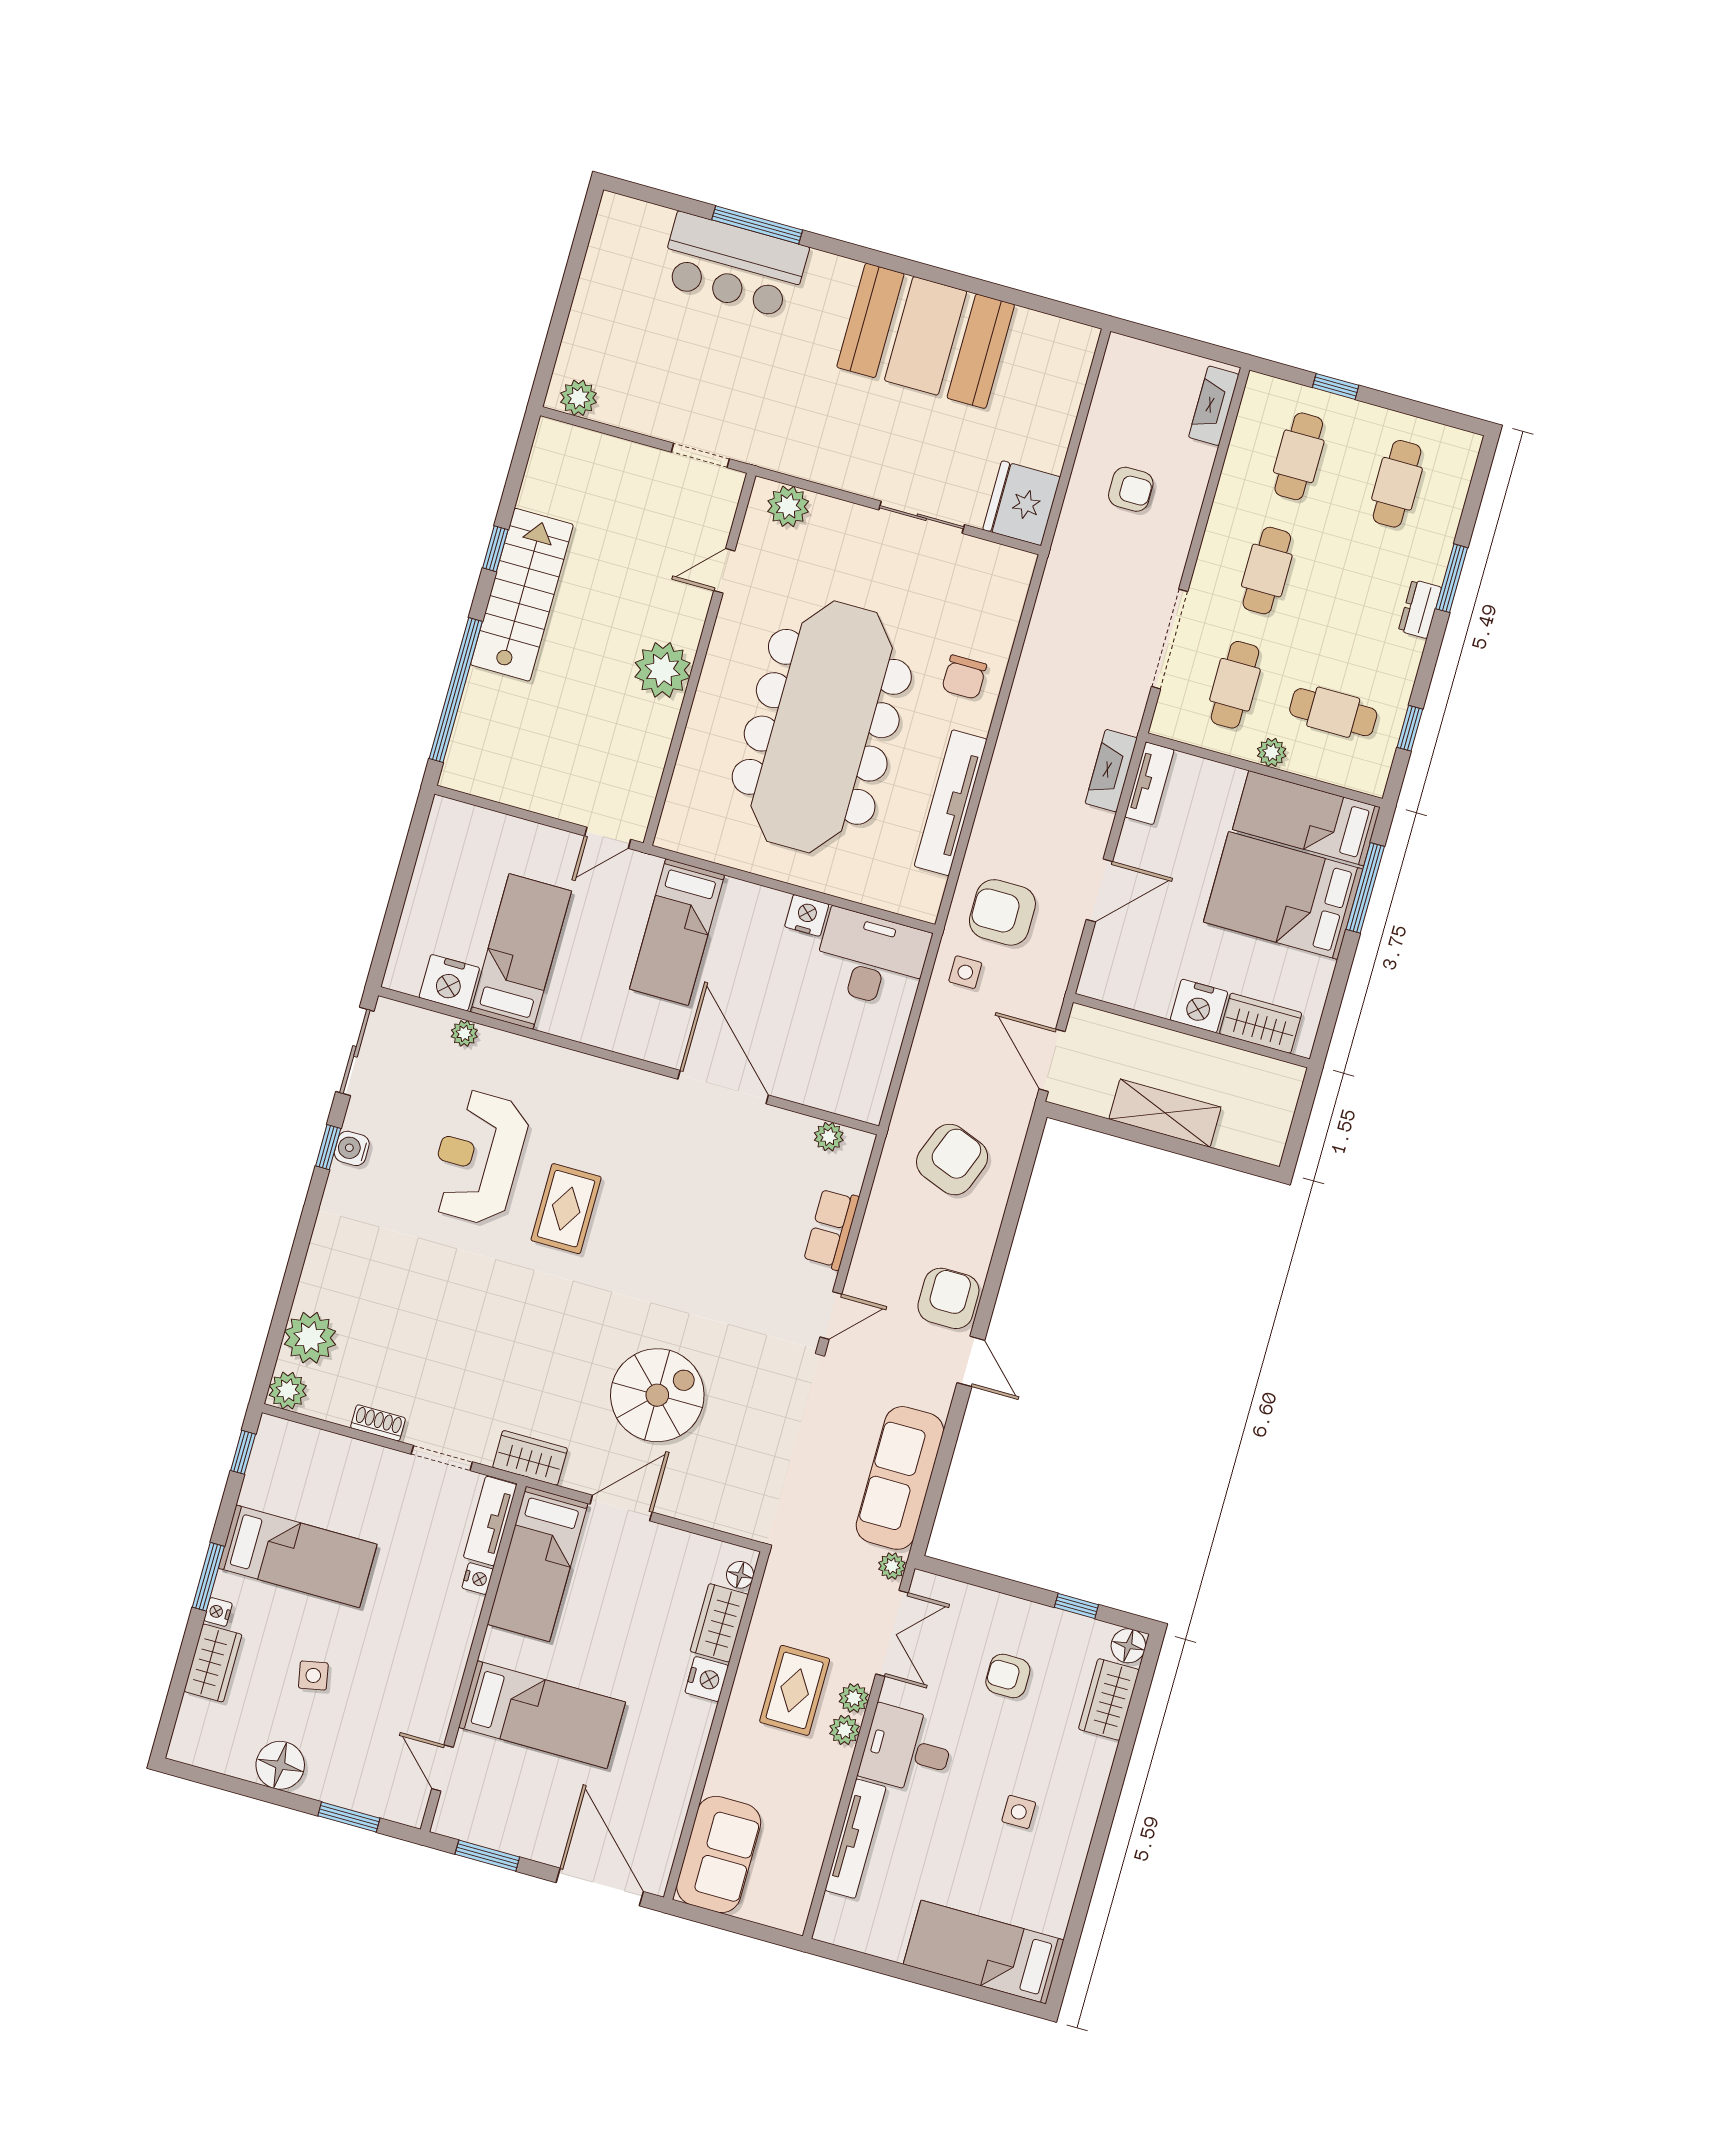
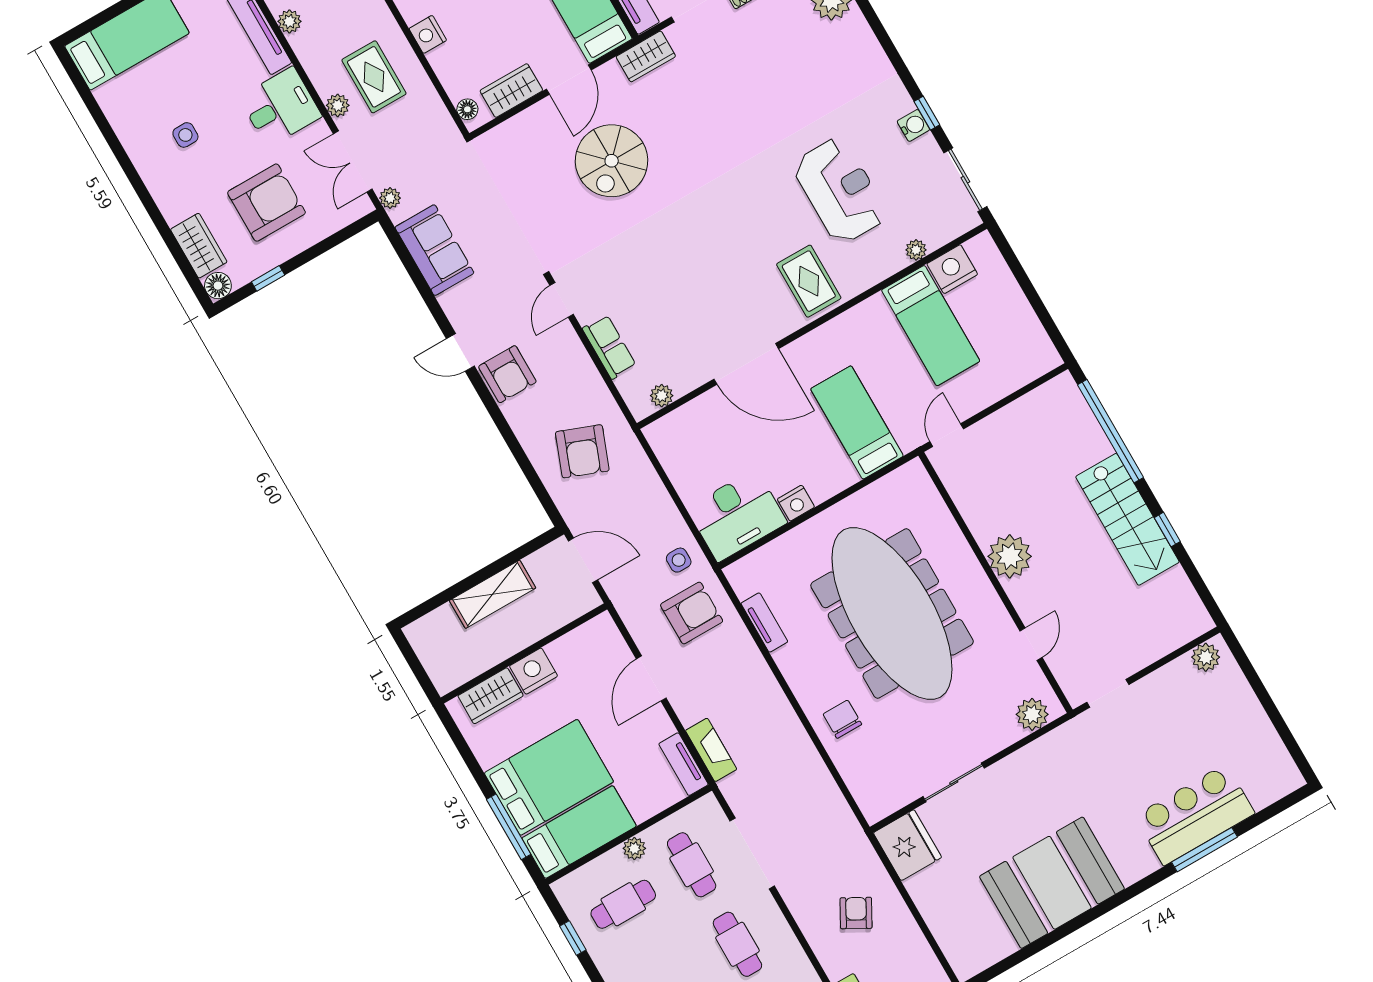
armchair: (1131, 489) -> (856, 913), turned 119
tv unit: (951, 803) -> (764, 622), width x0.52, depth x0.78
rug: (566, 1209) -> (809, 281), moved
sofa: (900, 1478) -> (434, 250), width x0.73
wardrobe: (719, 1623) -> (511, 91), moved, turned -90
armchair: (1008, 1676) -> (266, 203), width x1.88, depth x1.88
plant: (845, 1730) -> (289, 21), moved

